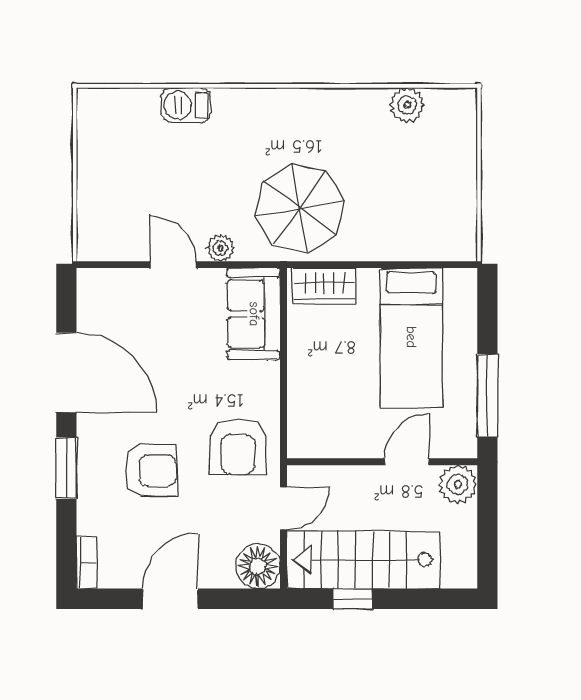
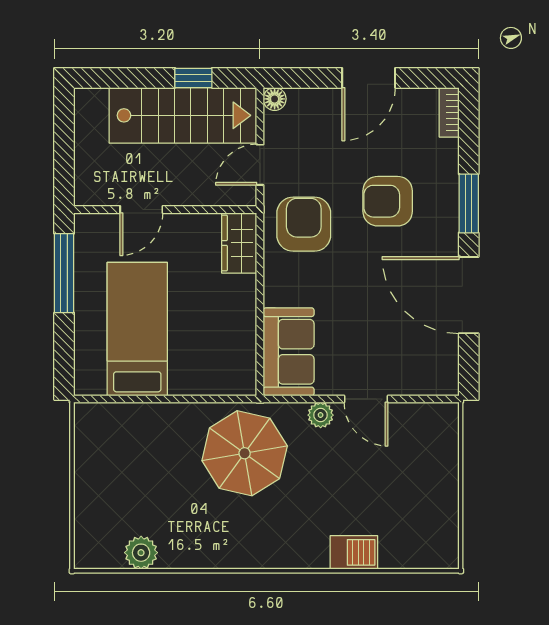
wardrobe: (324, 286) -> (239, 243), moved, turned -90
plant: (458, 484) -> (92, 188), removed
floor lamp: (258, 566) -> (275, 99), width x0.53, depth x0.53

